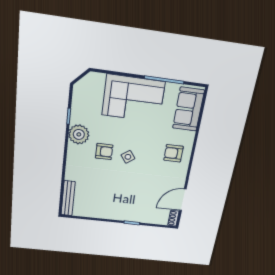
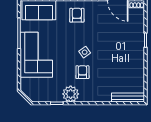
armchair: (173, 153) -> (77, 15), turned 180

